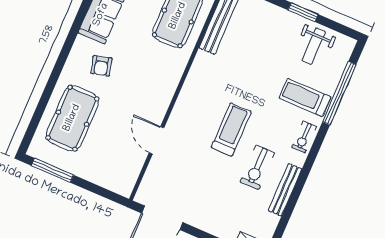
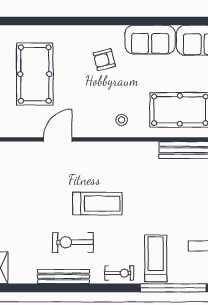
stool: (164, 74) -> (122, 120), added
pool table: (72, 118) -> (35, 74), moved, turned 90
exercise bike: (304, 137) -> (119, 273), turned 180

